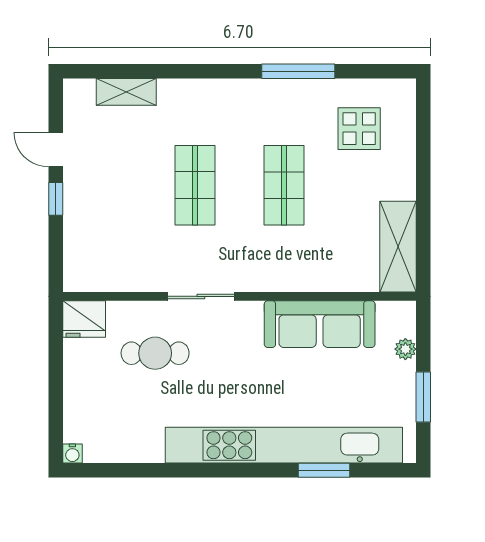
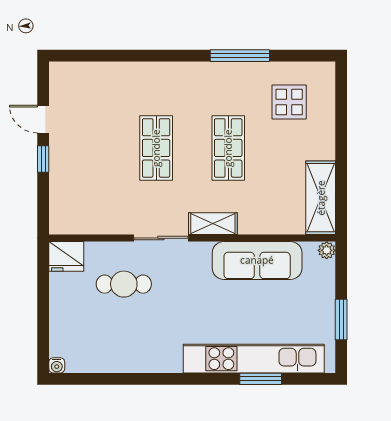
shelving: (126, 92) -> (213, 224), moved
plant: (405, 349) -> (327, 250), moved
kitchen unit: (284, 445) -> (254, 359), width x0.73

